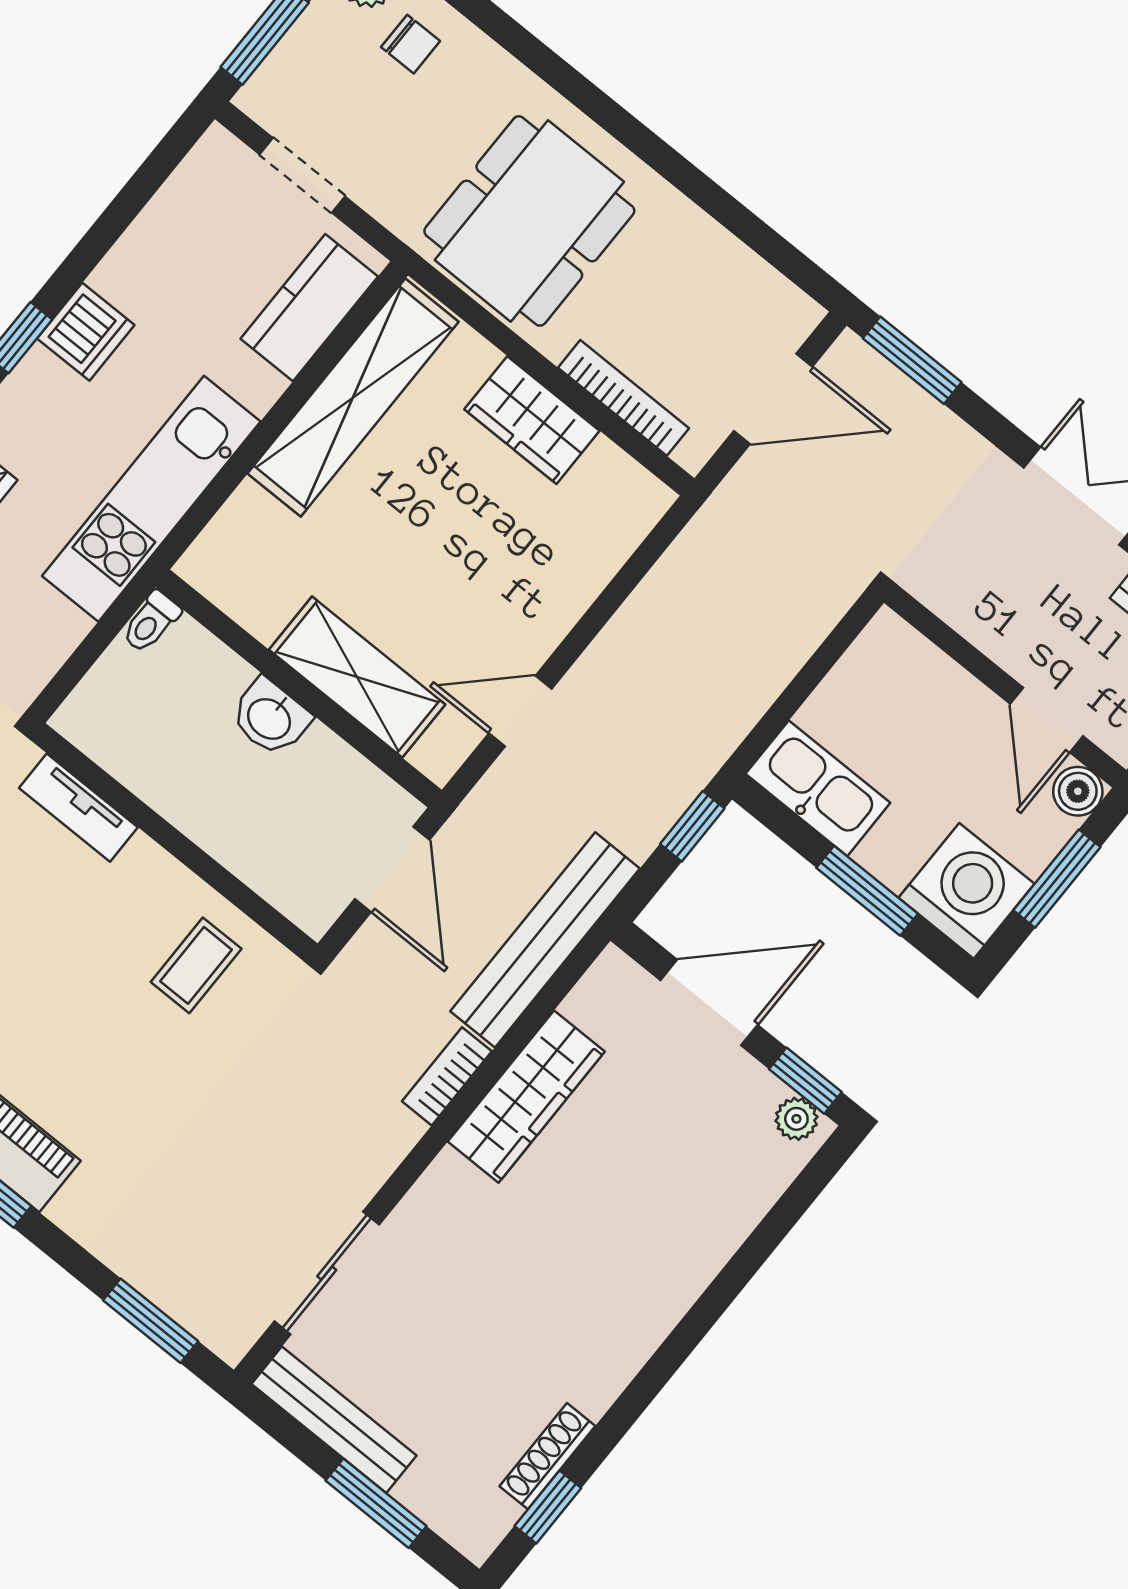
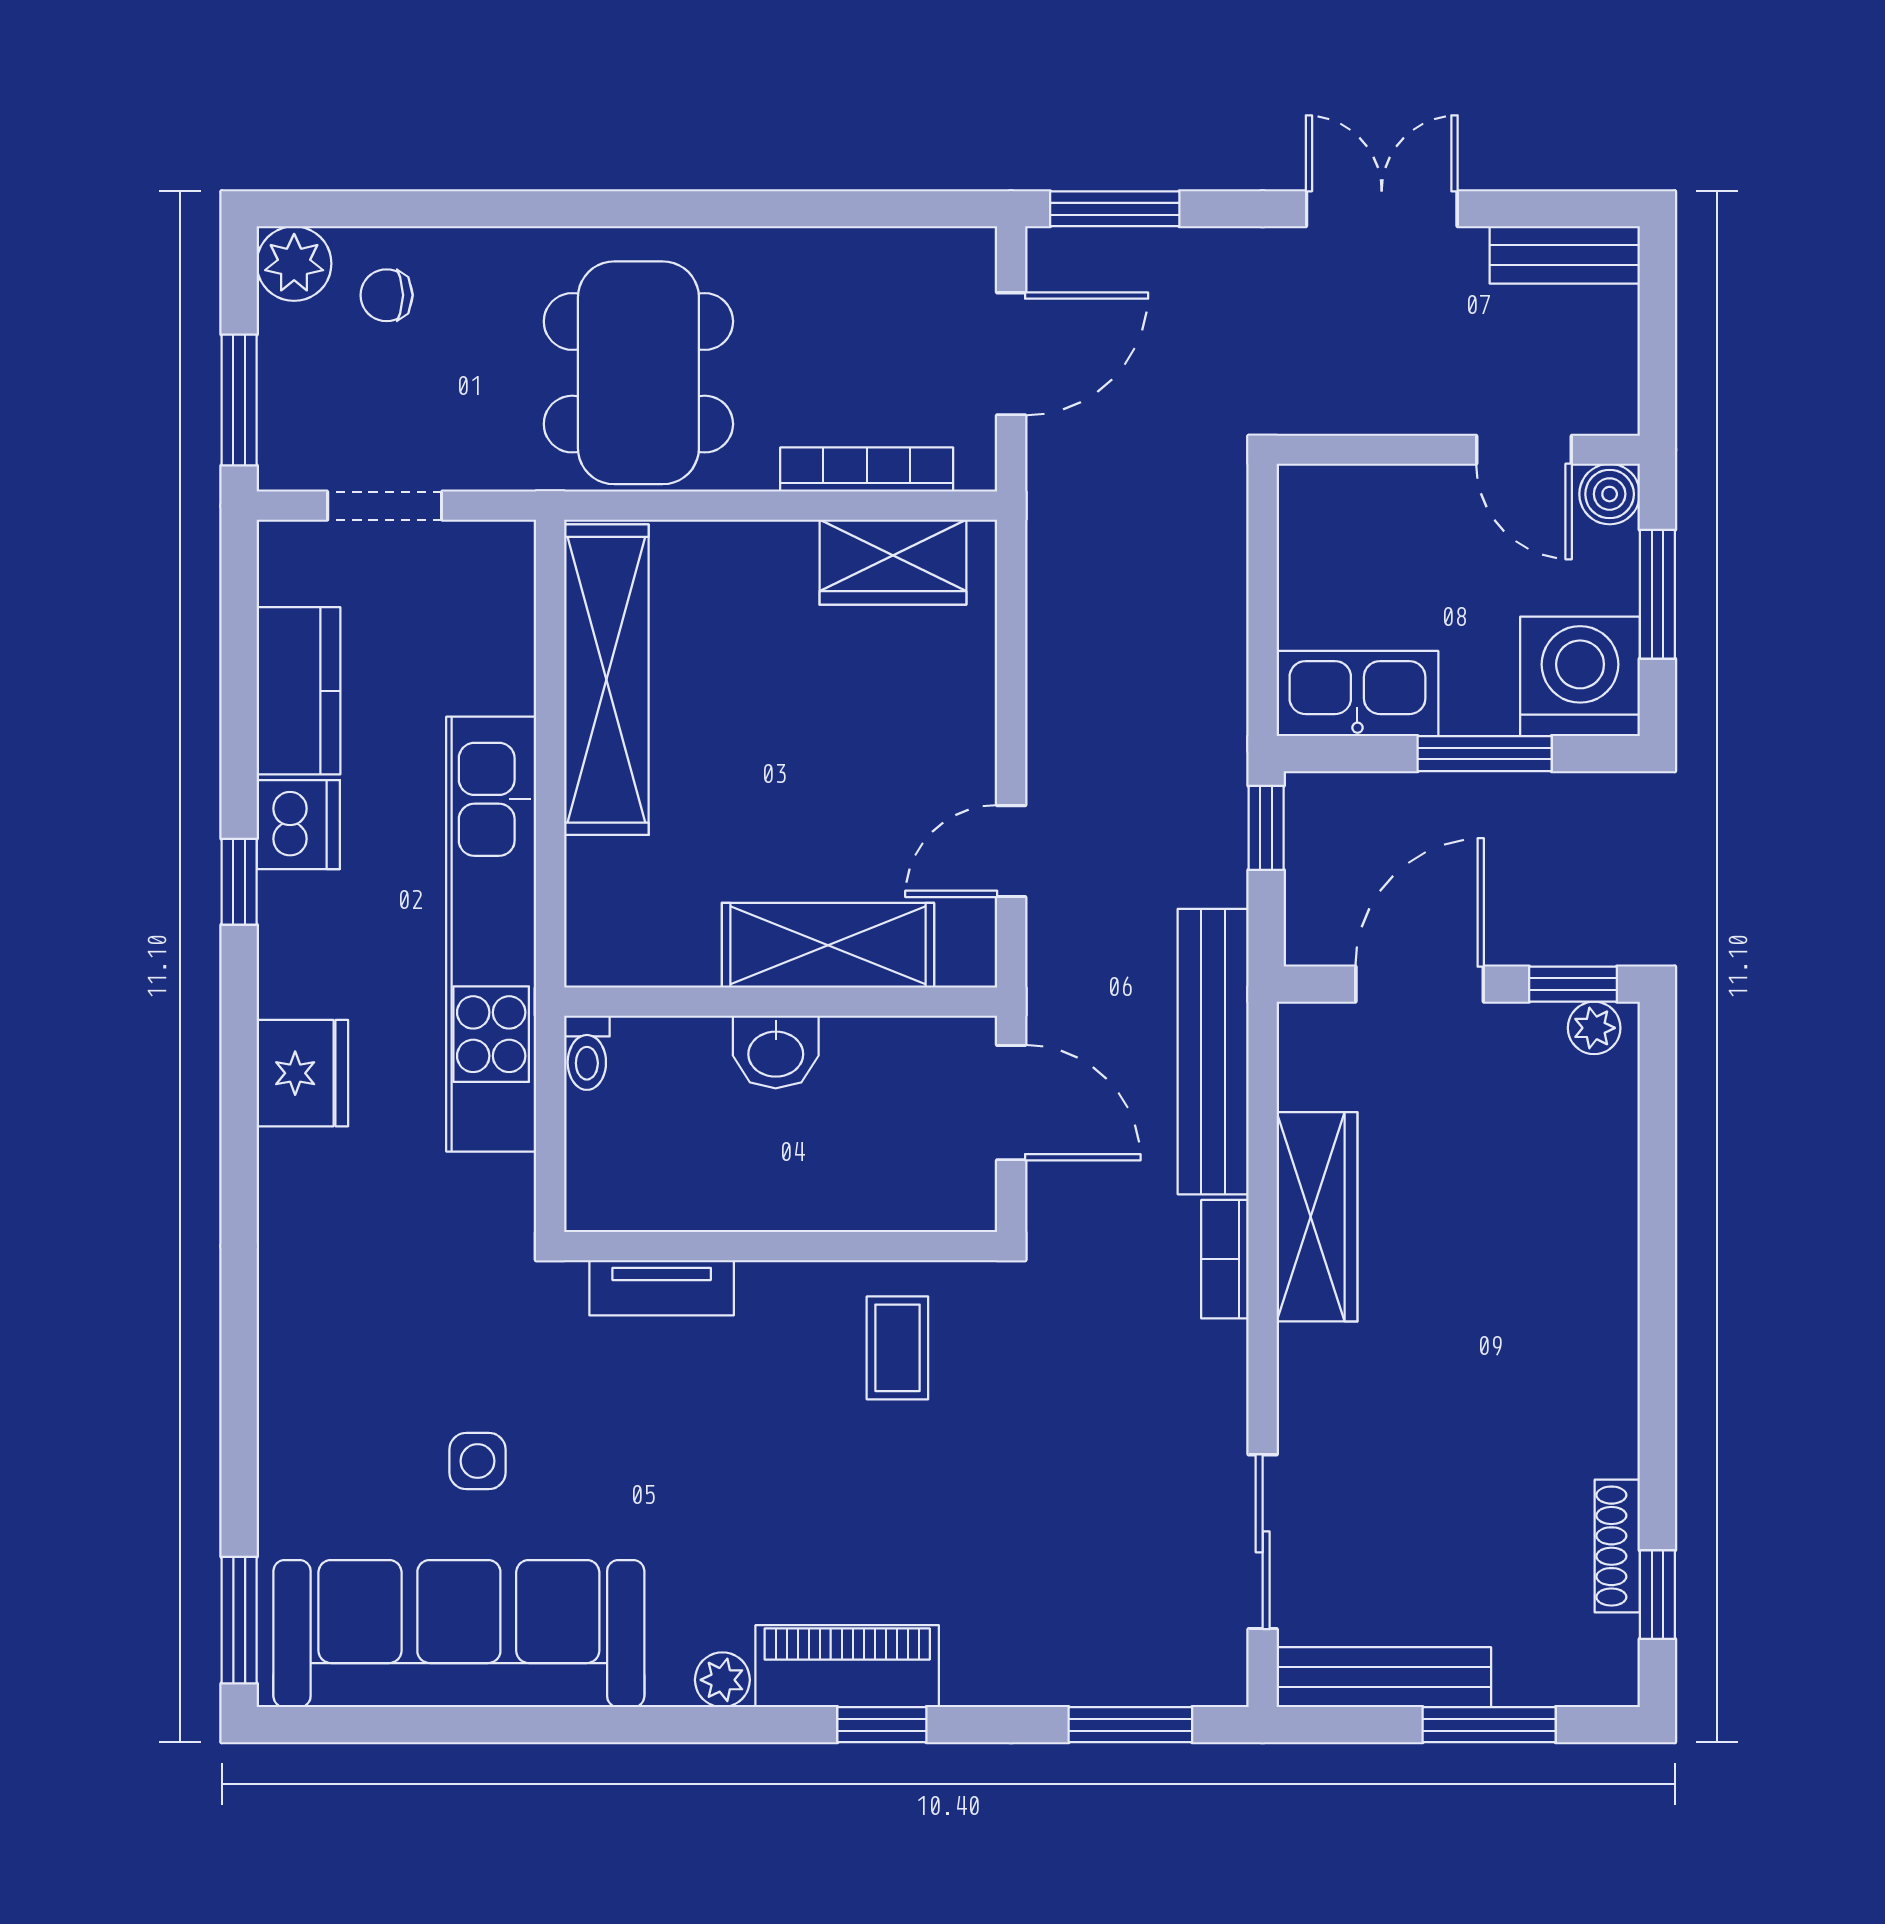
chair: (411, 44) -> (387, 295), turned 180
kitchen counter: (309, 308) -> (298, 691), moved, turned 180
wardrobe: (532, 420) -> (893, 562), moved
kitchen unit: (151, 499) -> (491, 934), width x1.36

